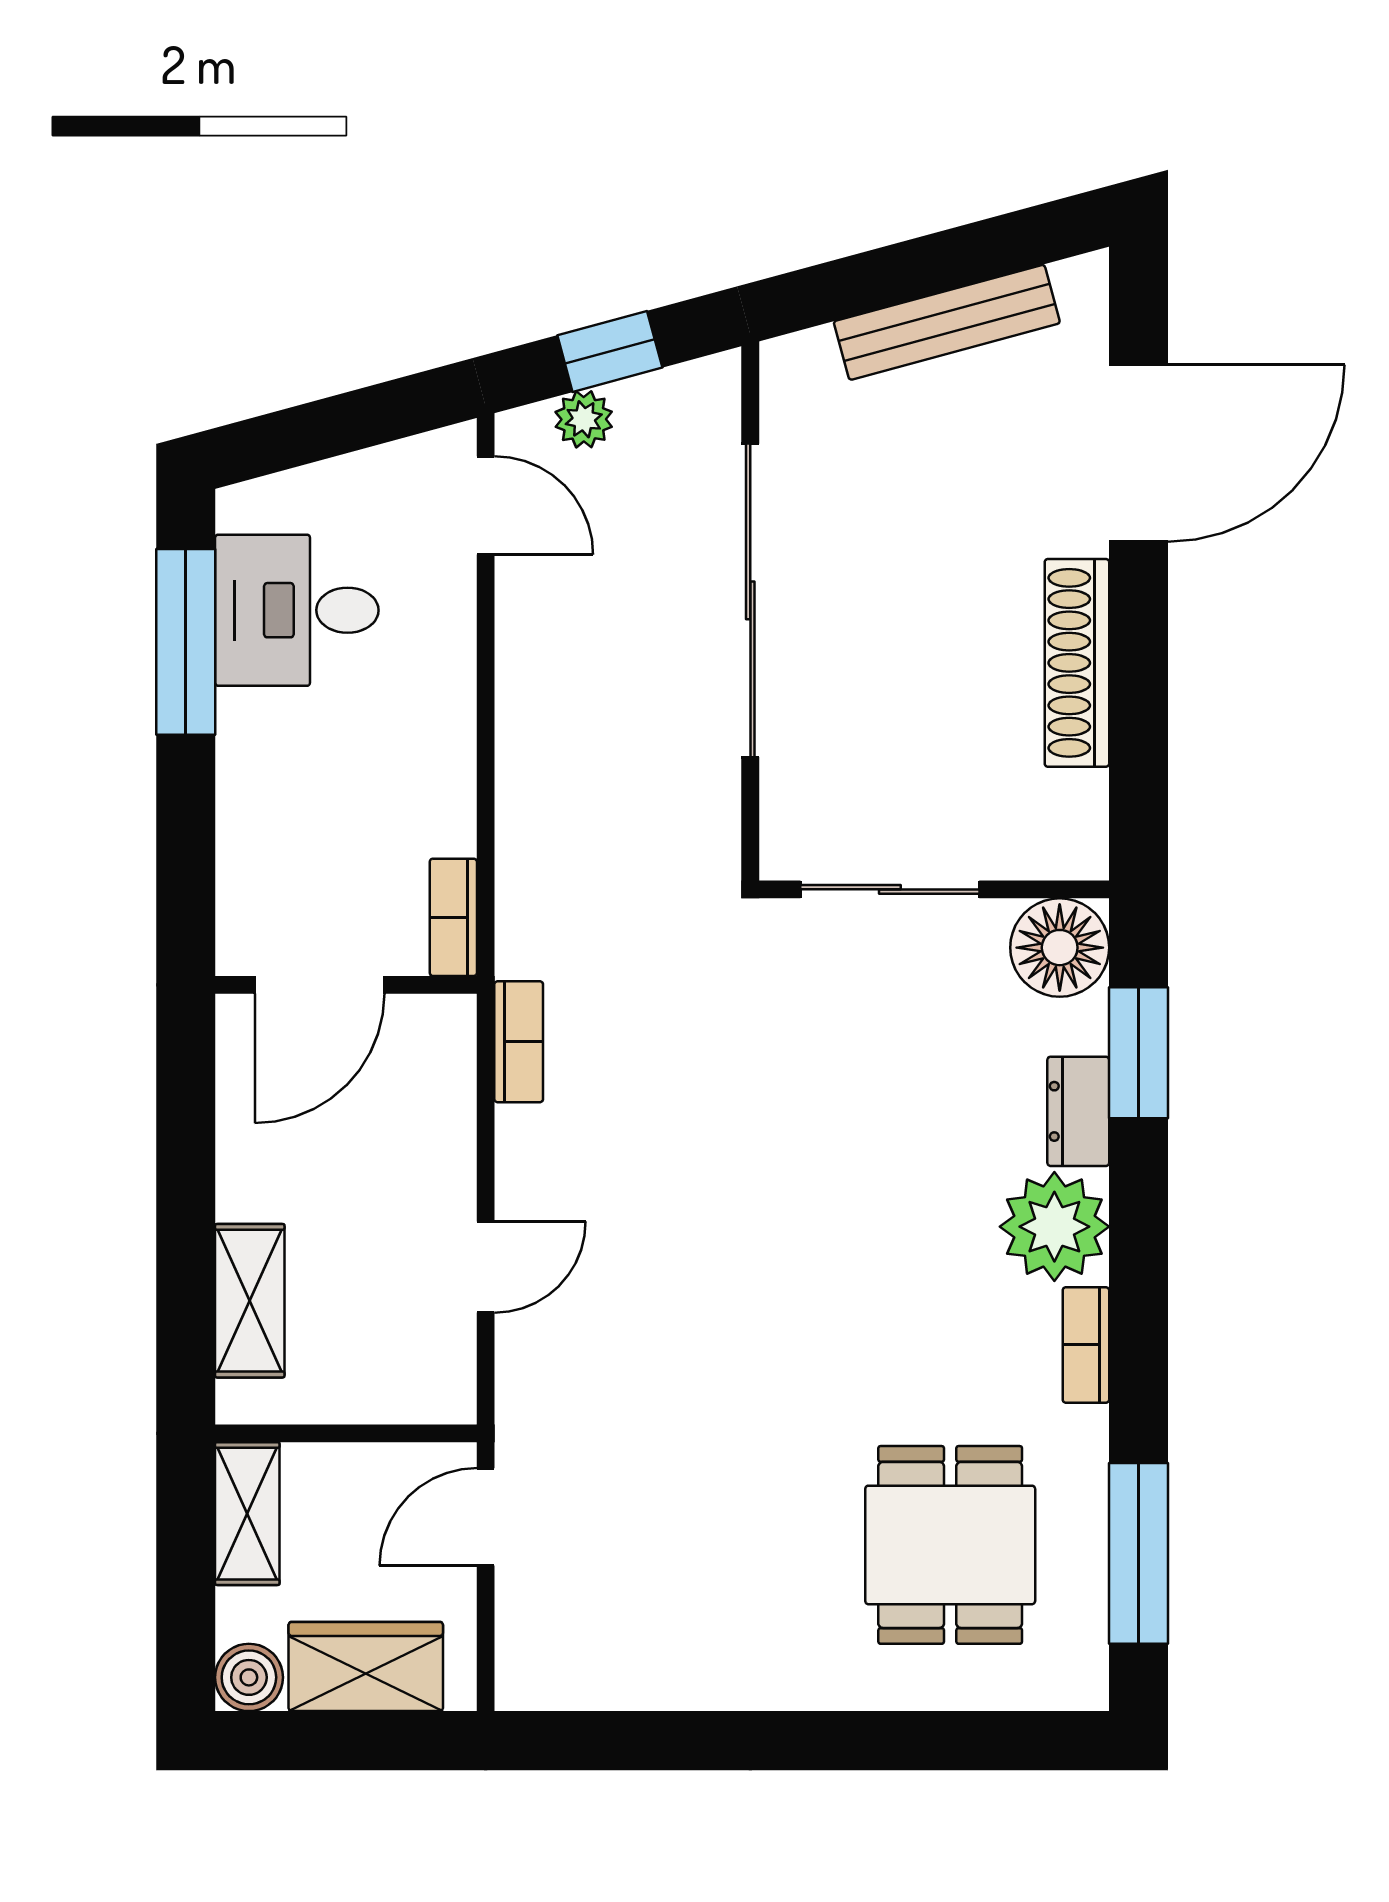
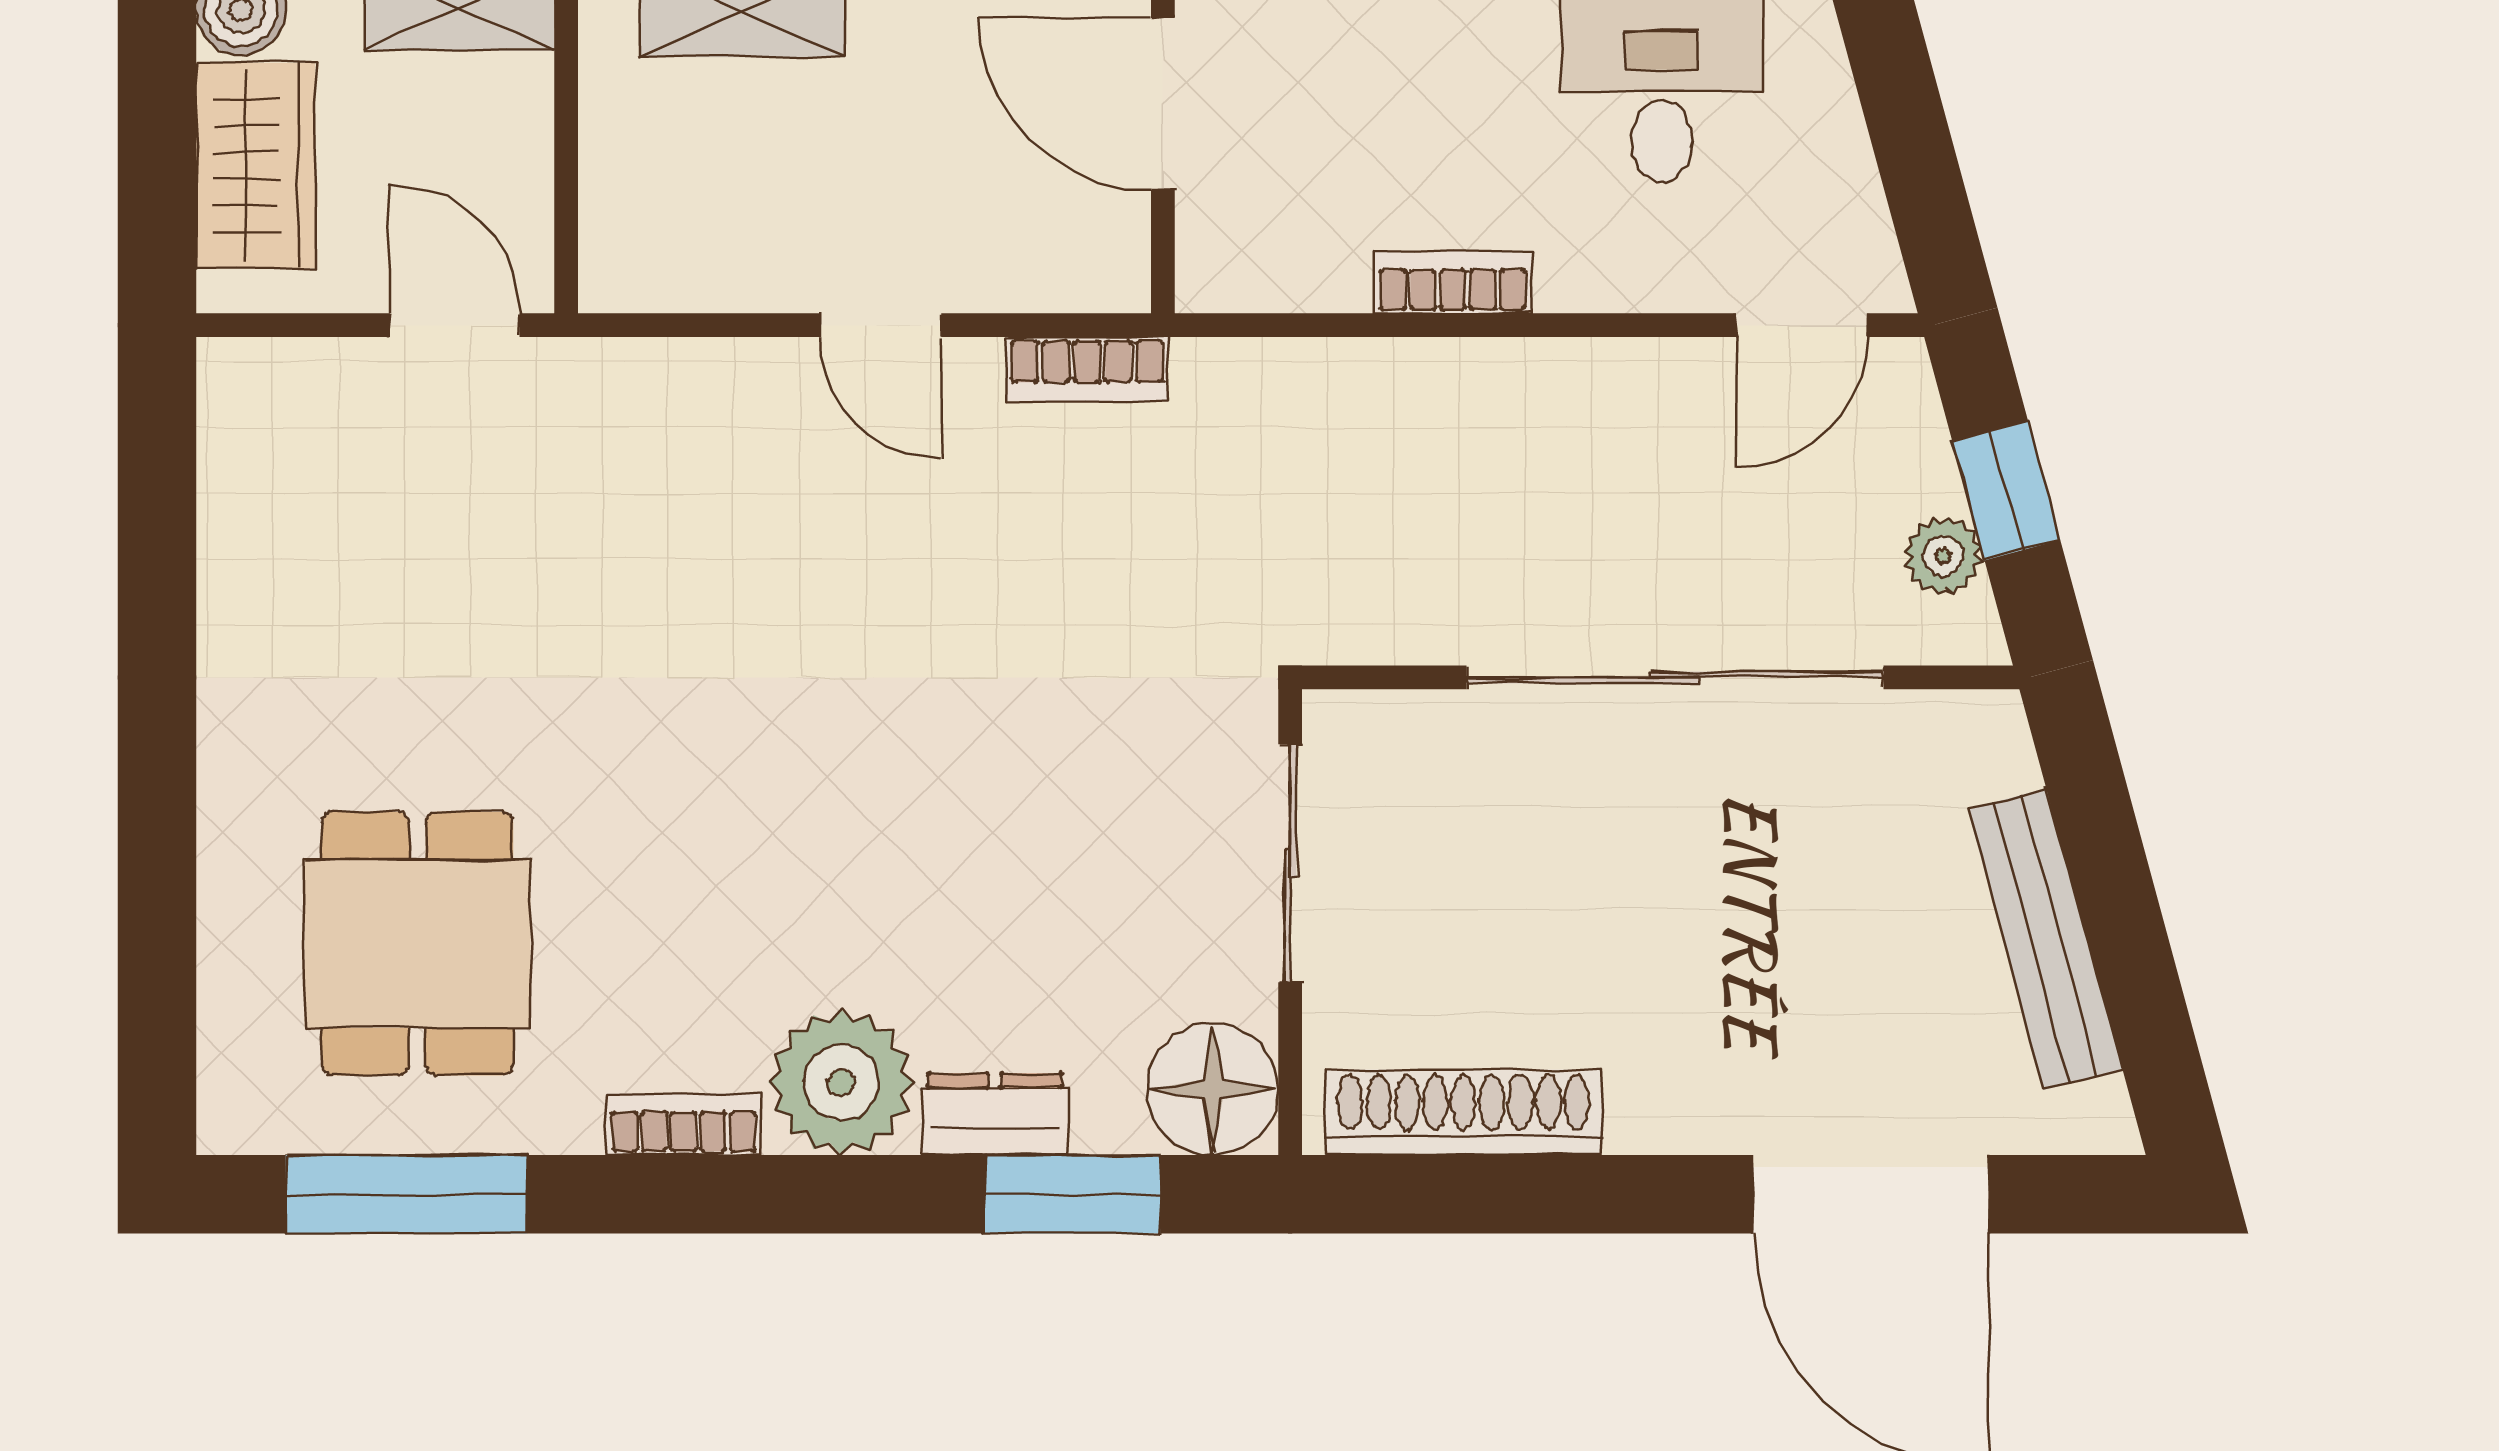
plant: (584, 419) -> (1943, 556), moved
shoe rack: (1077, 663) -> (1464, 1112), moved
bookcase: (453, 917) -> (1453, 282), moved
door: (486, 1267) -> (881, 325), moved
dining table: (950, 1545) -> (417, 944), turned 90

